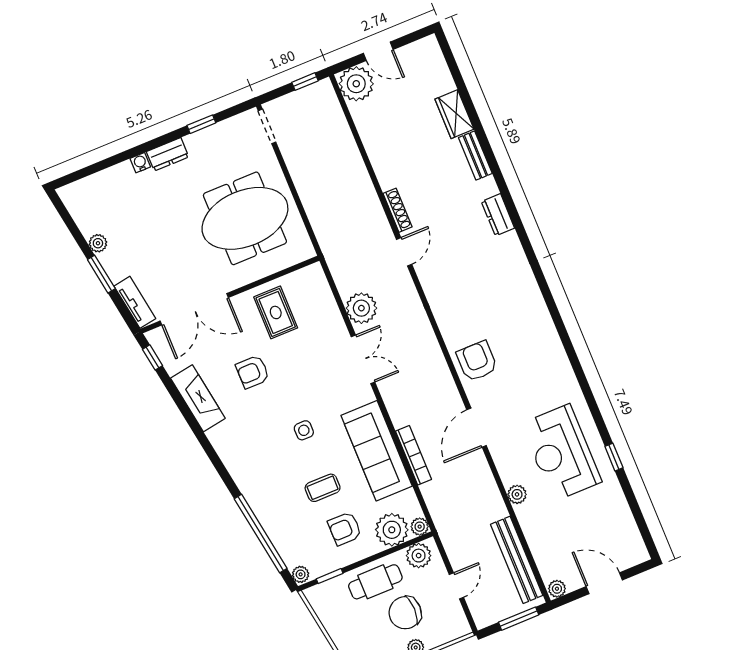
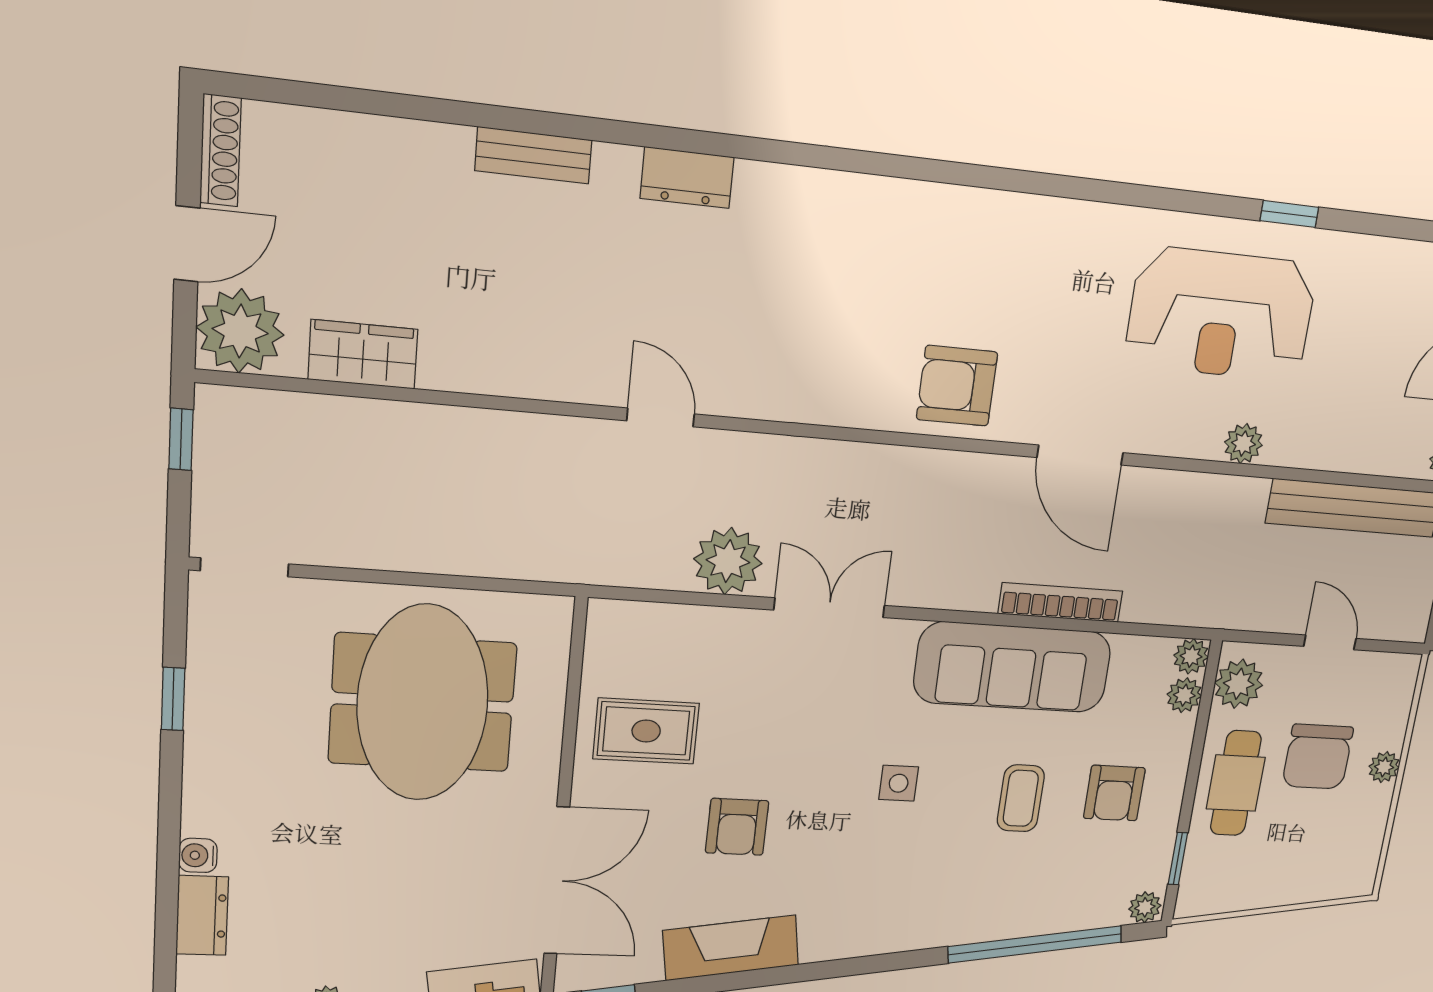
wardrobe: (454, 114) -> (363, 354), moved, turned 180
dresser: (168, 154) -> (202, 916), moved
shoe rack: (398, 210) -> (220, 150), moved, turned 90
plant: (392, 530) -> (1184, 695), width x0.53, depth x0.53

